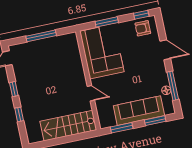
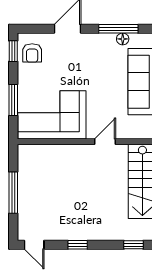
window: (19, 114) -> (134, 245), moved

